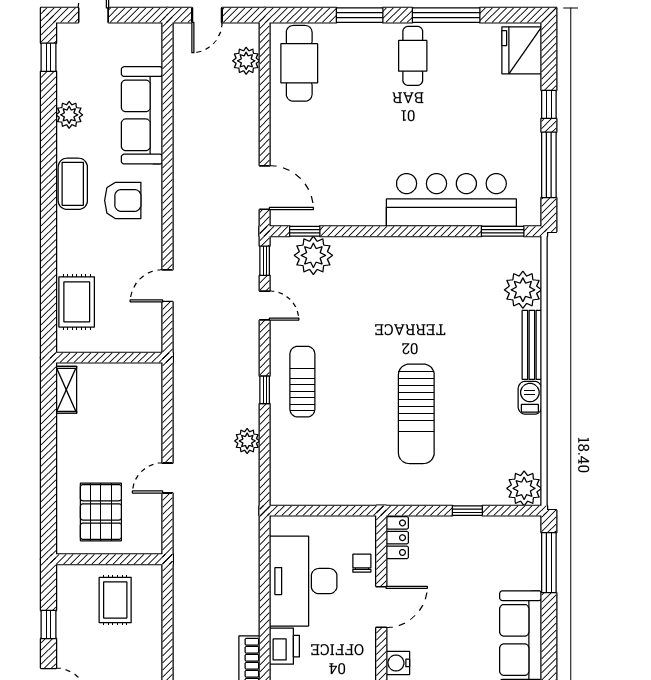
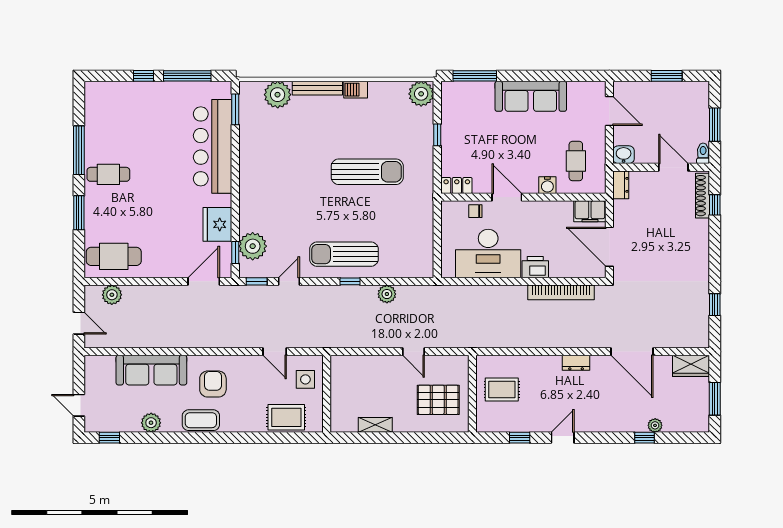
fridge: (522, 50) -> (217, 224), moved, turned 90
side table: (129, 328) -> (305, 379), added
sun lounger: (302, 382) -> (344, 254), width x1.36, depth x1.34
shelving: (66, 390) -> (375, 425), moved

